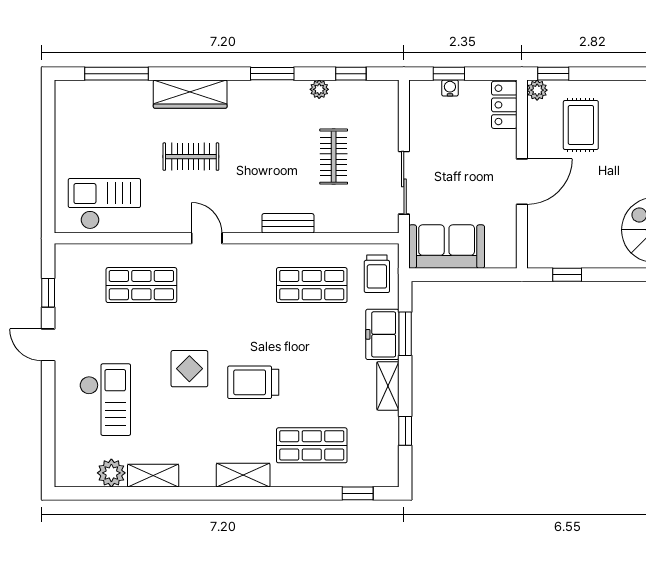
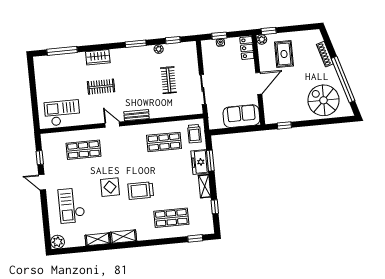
wardrobe: (190, 94) -> (98, 57), width x0.67
bench: (288, 223) -> (137, 115), moved
sofa: (447, 247) -> (241, 116), moved
checkout: (105, 400) -> (72, 206), turned 180
plant: (111, 473) -> (58, 242), moved
shelving: (243, 475) -> (123, 237), moved

